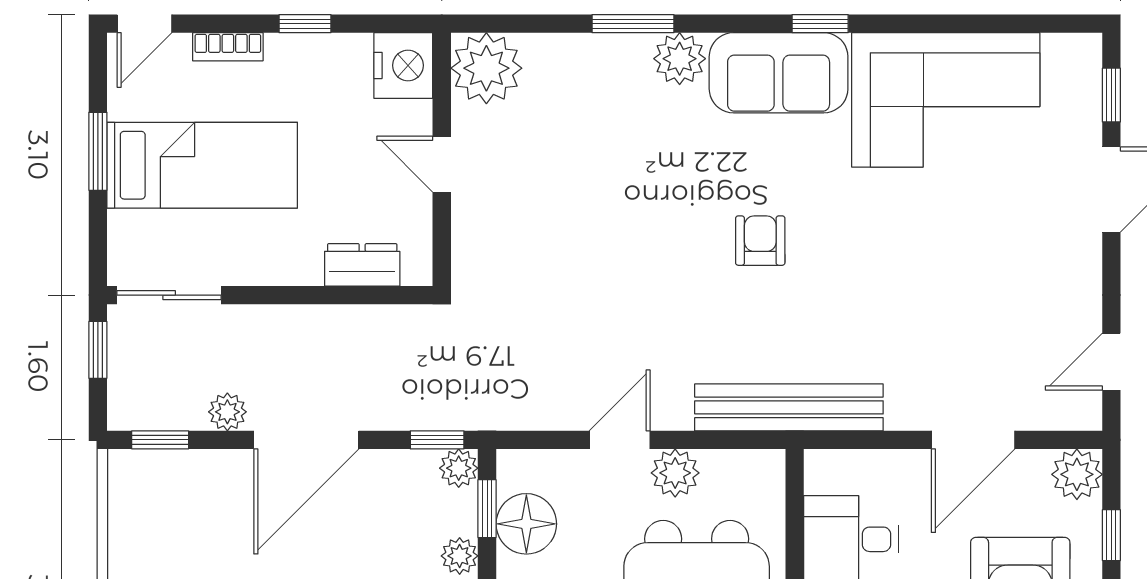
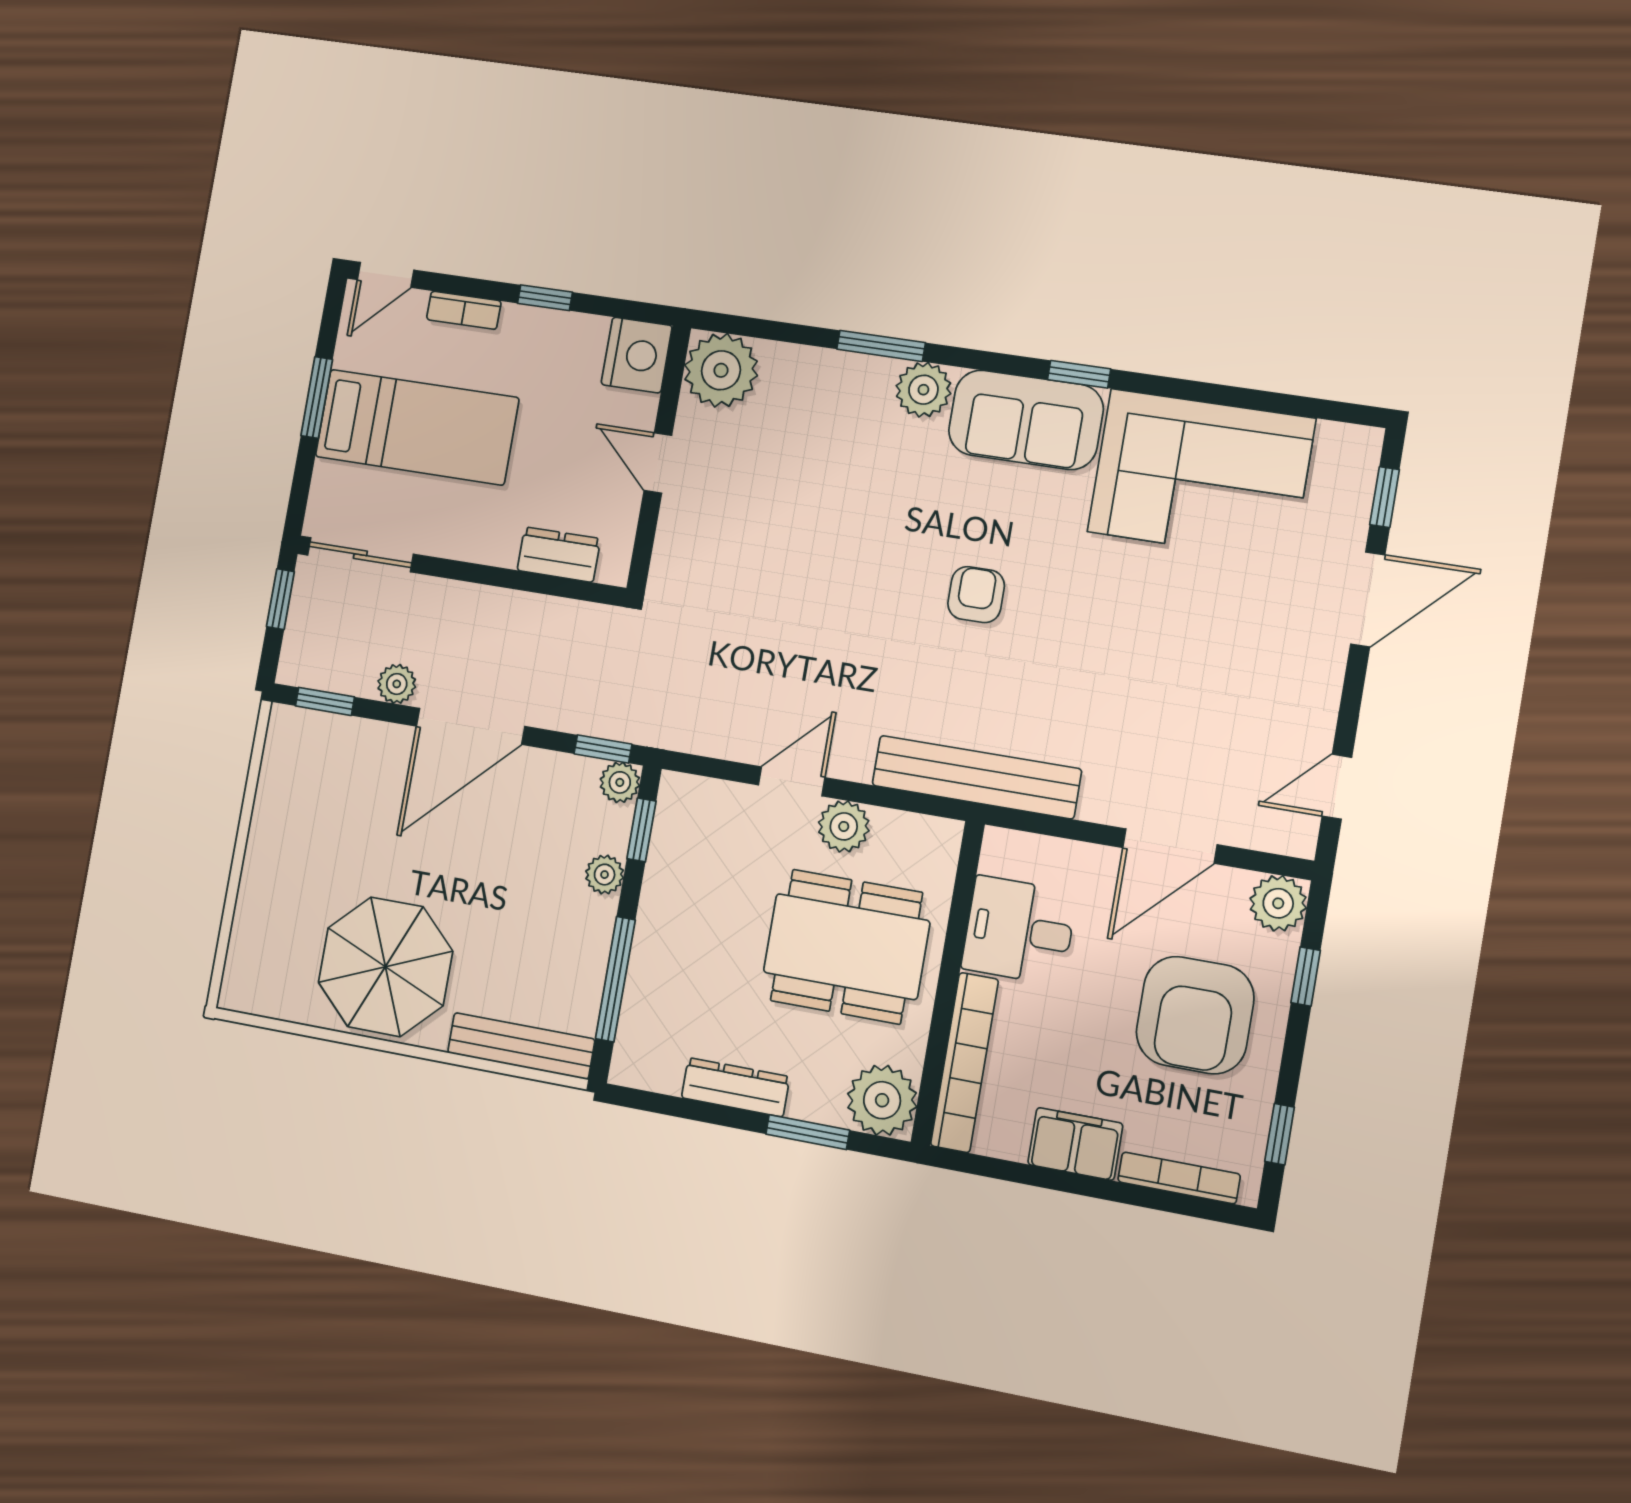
floor lamp: (526, 524) -> (679, 853), removed

